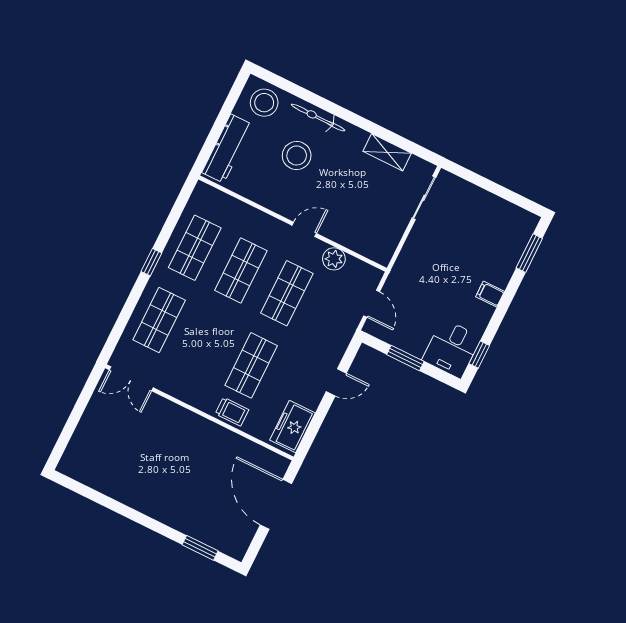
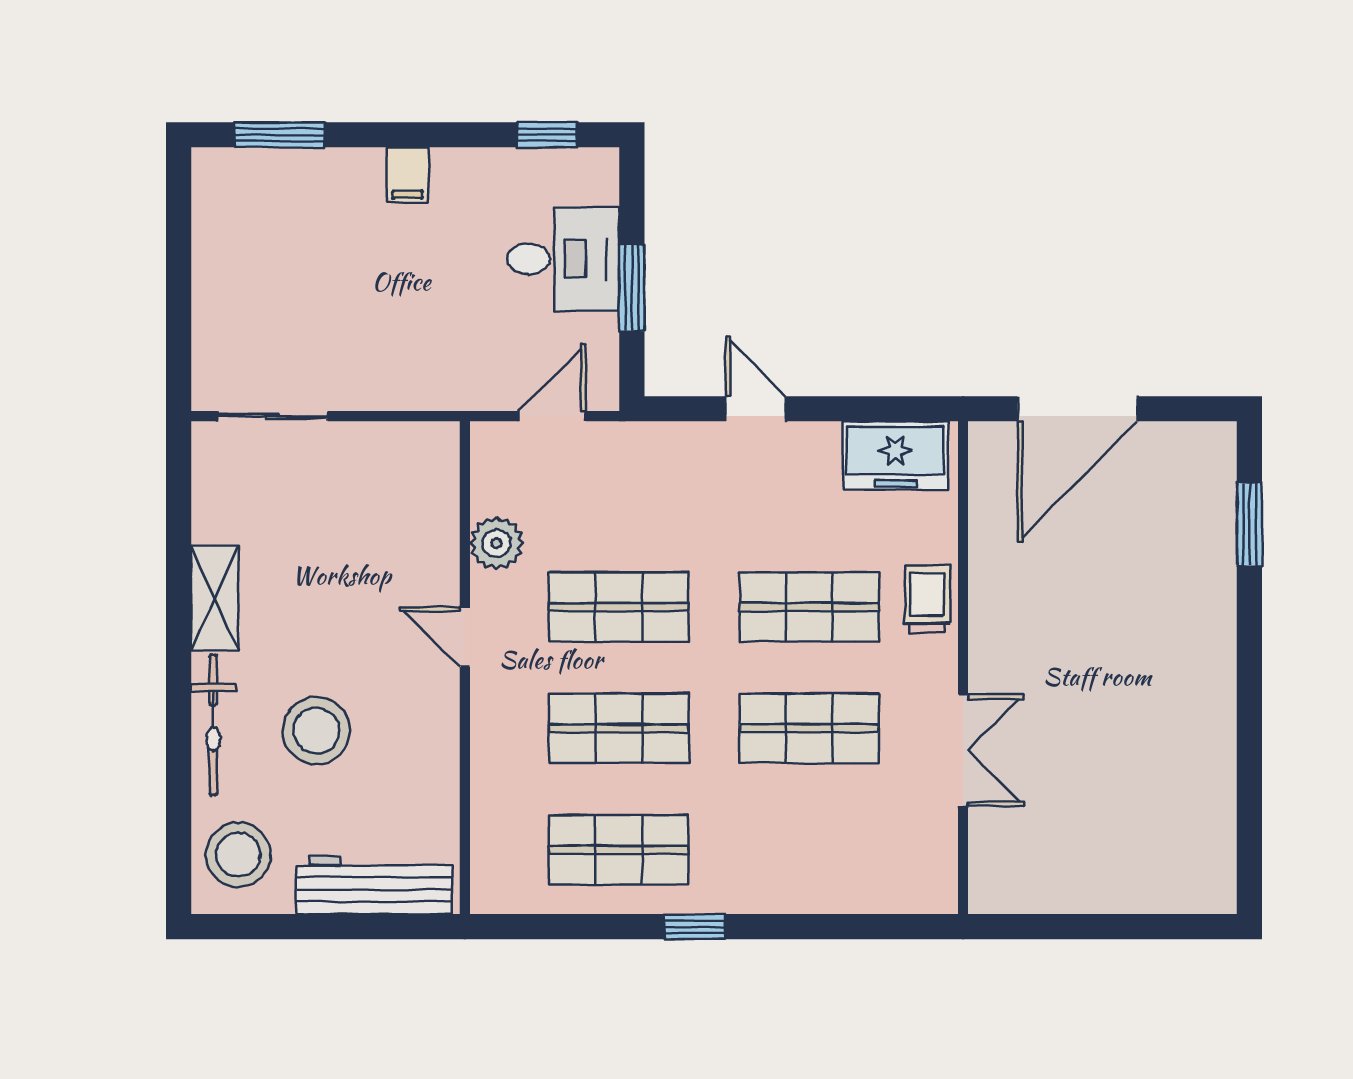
shelving: (387, 152) -> (215, 598), moved
shop shelf: (159, 320) -> (809, 728), moved
desk: (452, 349) -> (563, 259), moved
double door: (131, 379) -> (963, 750), moved

